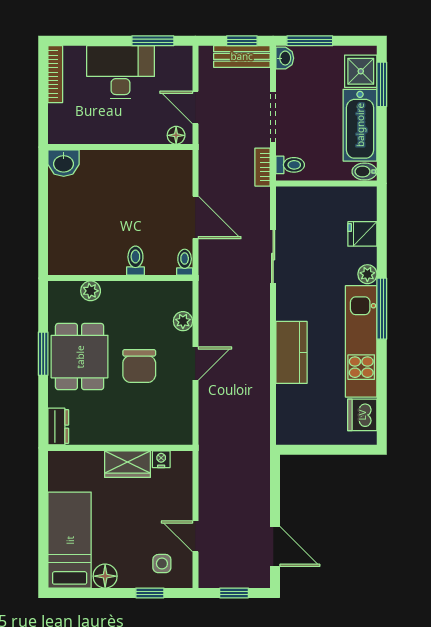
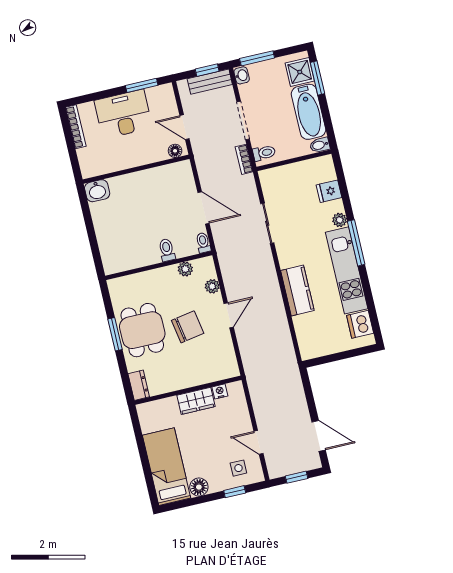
plant: (91, 291) -> (185, 269), moved
chair: (139, 366) -> (188, 327), turned -100

